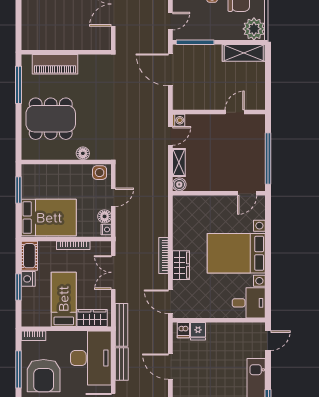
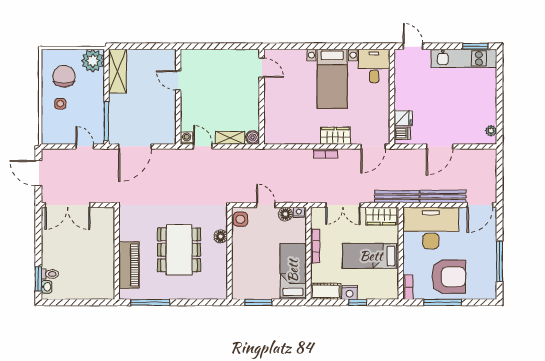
dining table: (51, 119) -> (179, 250), moved
window: (268, 158) -> (226, 46), removed
bed: (49, 218) -> (293, 271), width x0.67
bed with nightstands: (236, 253) -> (332, 79), width x0.73
bookcase: (164, 255) -> (326, 153), width x0.64
window: (19, 287) -> (358, 302), width x0.67
wardrobe: (92, 318) -> (381, 216), moved, turned -90
bench: (122, 364) -> (443, 196), width x1.36

